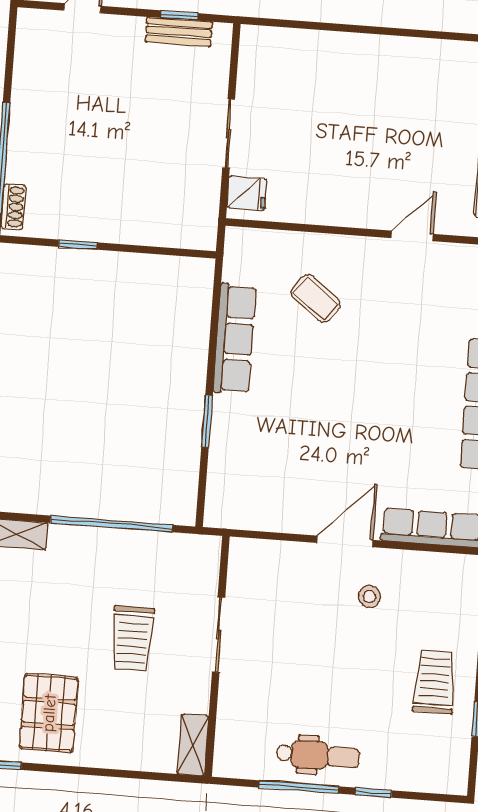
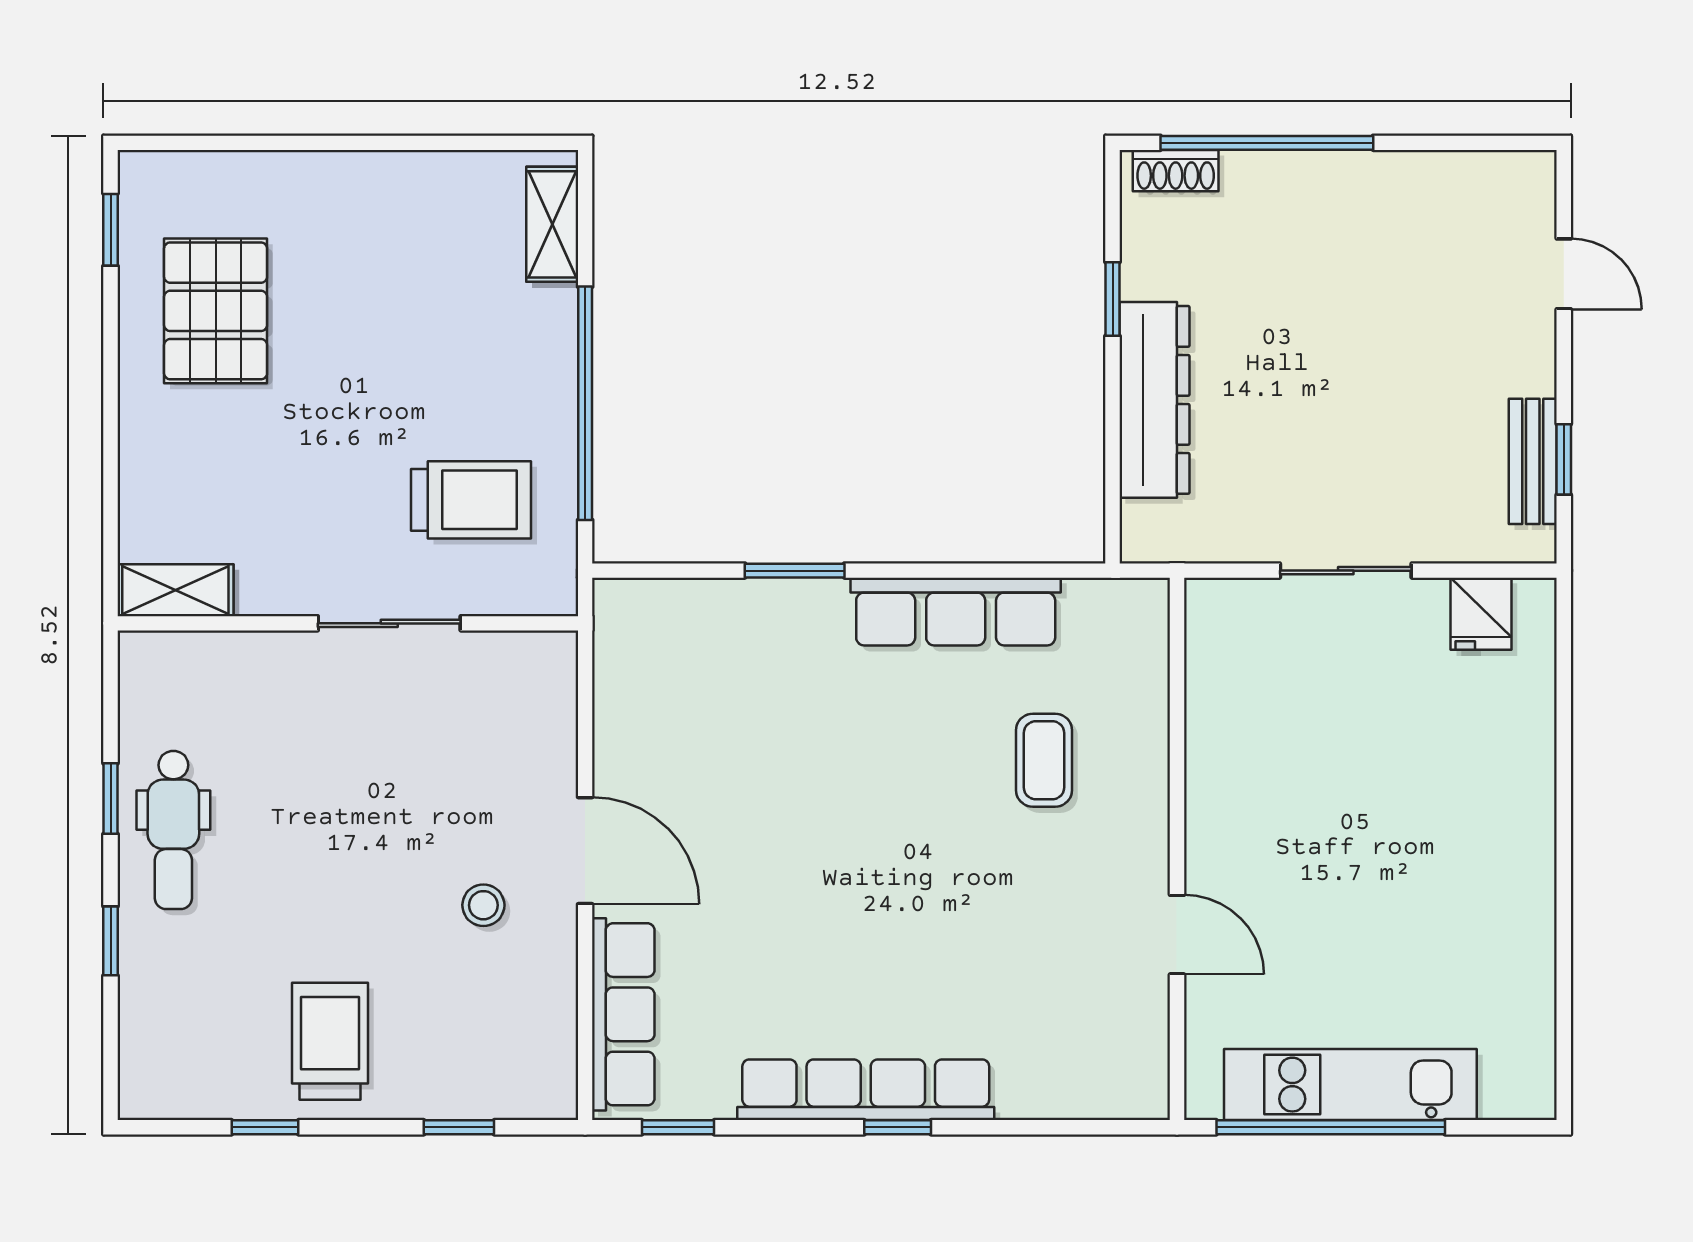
fridge: (247, 193) -> (1481, 614), moved
dresser: (132, 227) -> (1155, 400), added
coffee table: (316, 298) -> (1044, 760), turned -38
trolley: (132, 638) -> (471, 500), moved, turned 180
trolley: (434, 682) -> (330, 1041), turned -90
pallet: (49, 713) -> (216, 311), turned 90
window: (299, 787) -> (111, 799), width x0.46

